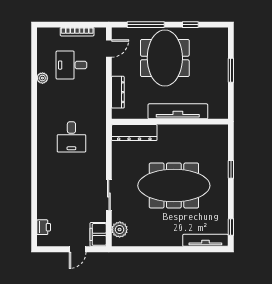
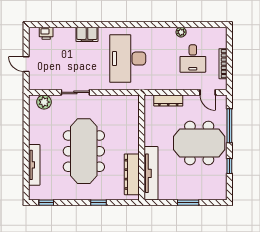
desk: (71, 65) -> (193, 59), turned 180
tv unit: (178, 111) -> (151, 173), moved
dresser: (134, 133) -> (132, 174), moved
desk: (71, 137) -> (128, 59), width x1.87, depth x1.30
filing cabinet: (98, 234) -> (87, 34), moved, turned 180
tv unit: (205, 240) -> (34, 165), moved

